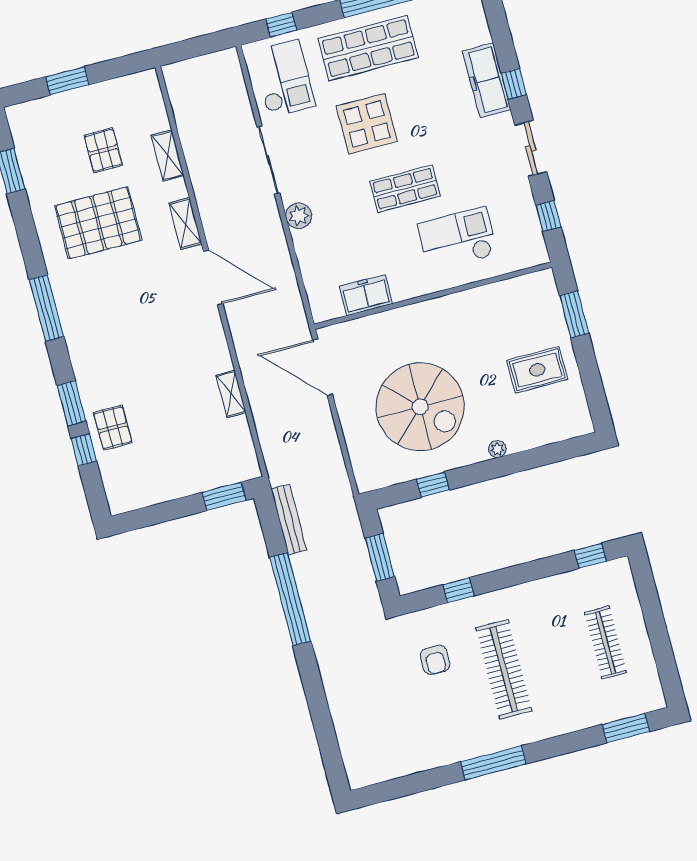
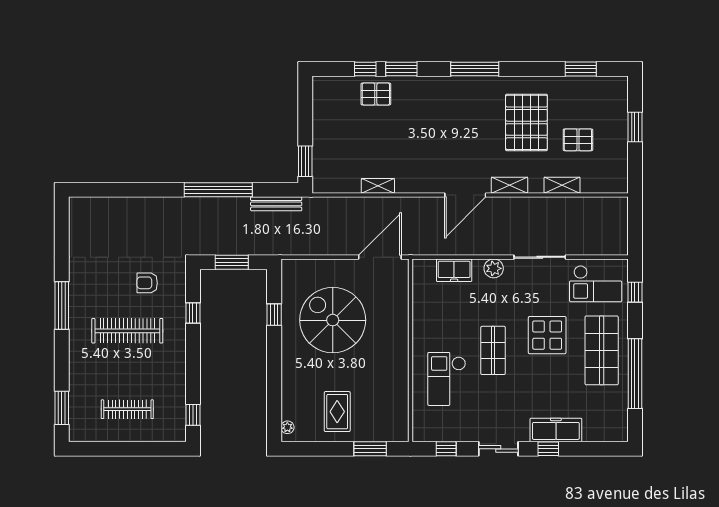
checkout: (458, 239) -> (447, 379), turned 180
freezer: (366, 295) -> (454, 270), moved, turned 90
spiral stairs: (420, 407) -> (333, 320), turned 90
plant: (497, 449) -> (287, 427), moved

